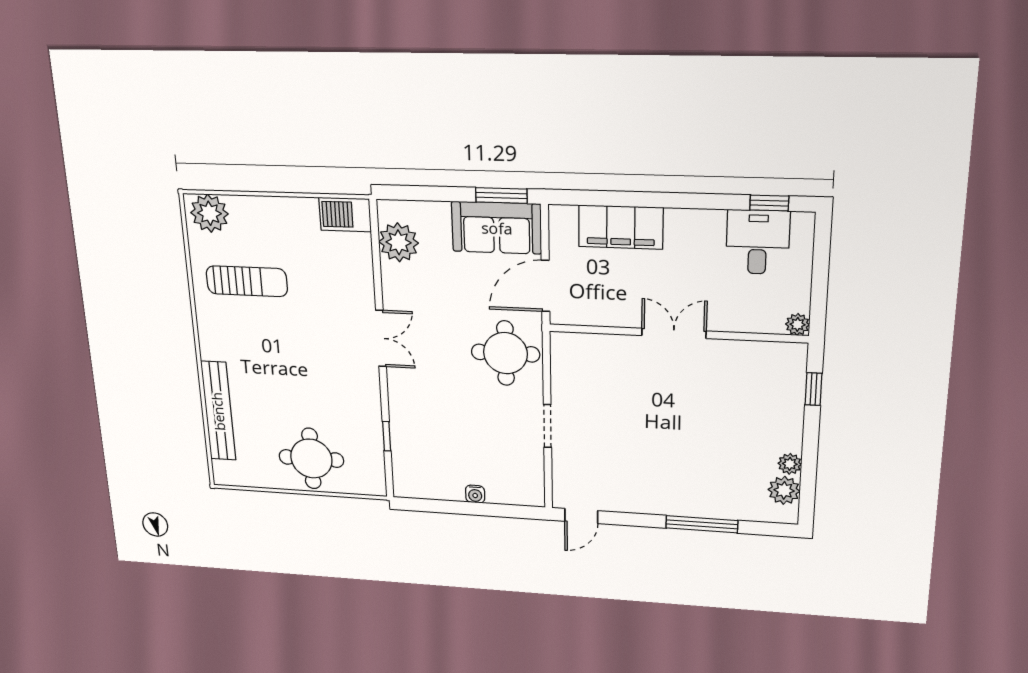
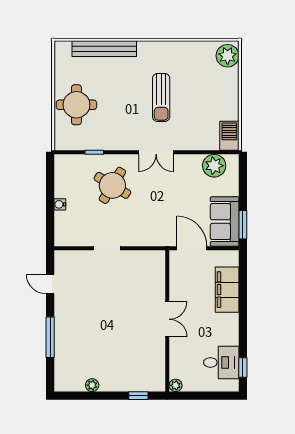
sun lounger: (247, 281) -> (161, 98), moved
round table: (505, 353) -> (112, 185), moved, turned 31
plant: (784, 490) -> (75, 383), removed
door: (581, 516) -> (50, 284), moved

